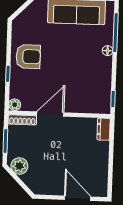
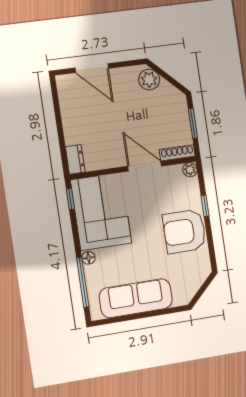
armchair: (28, 57) -> (184, 231), width x1.36, depth x1.36
corner sofa: (91, 85) -> (101, 212), added
door: (50, 114) -> (145, 166), swing flipped
plant: (19, 166) -> (149, 80), moved

